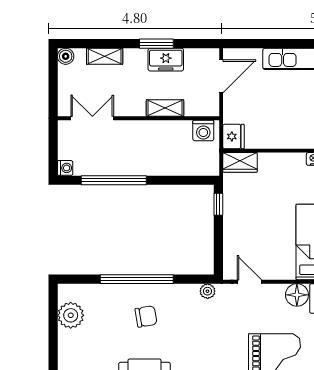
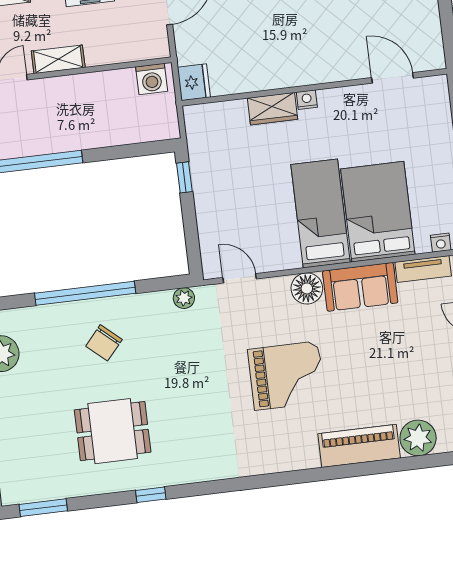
shelving: (165, 108) -> (58, 59), moved
wardrobe: (240, 162) -> (273, 109), moved
chair: (146, 316) -> (104, 343), turned 141

